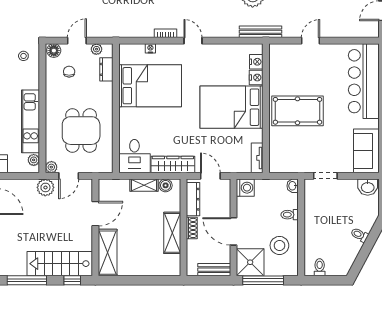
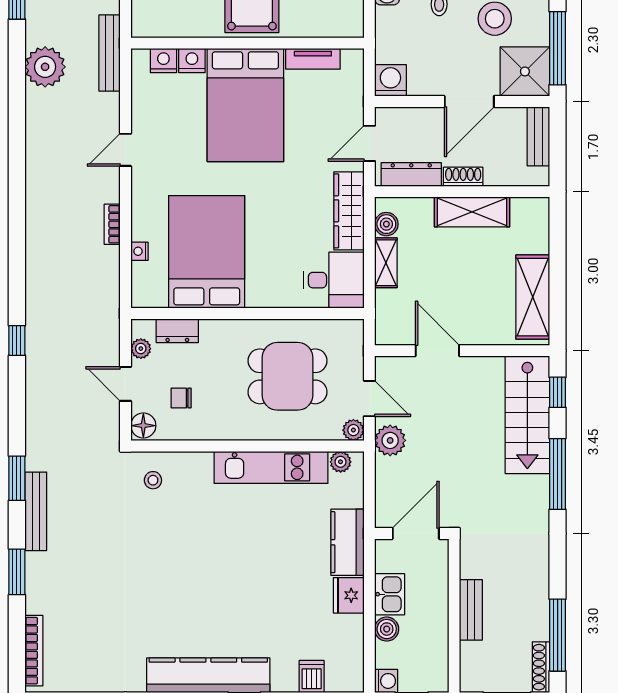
door: (193, 41) -> (126, 150), moved
tv unit: (257, 158) -> (313, 59), moved
shelving: (108, 253) -> (533, 297), moved, turned 90

